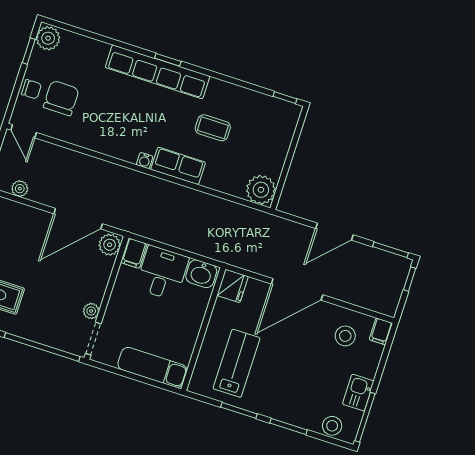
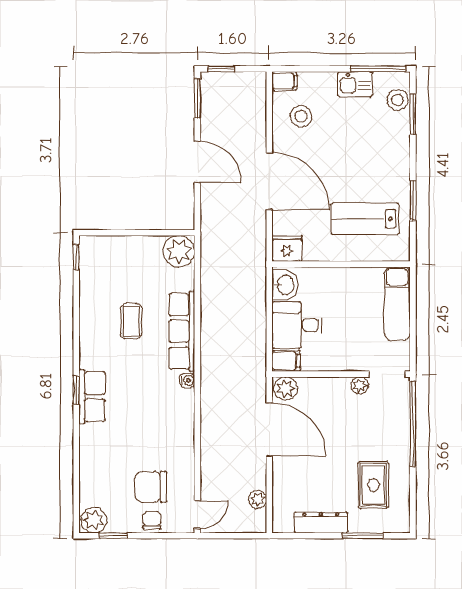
row of seats: (158, 72) -> (92, 397), width x0.50
row of seats: (178, 166) -> (182, 331), width x1.48
window: (288, 426) -> (413, 114), moved

